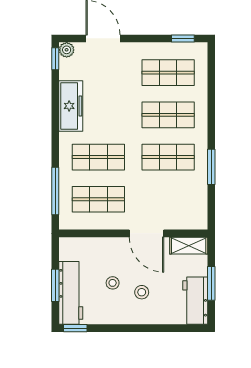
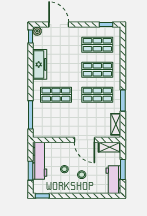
shop shelf: (98, 199) -> (56, 120), removed
shelving: (199, 207) -> (116, 124), added
workbench: (71, 293) -> (40, 161), moved

